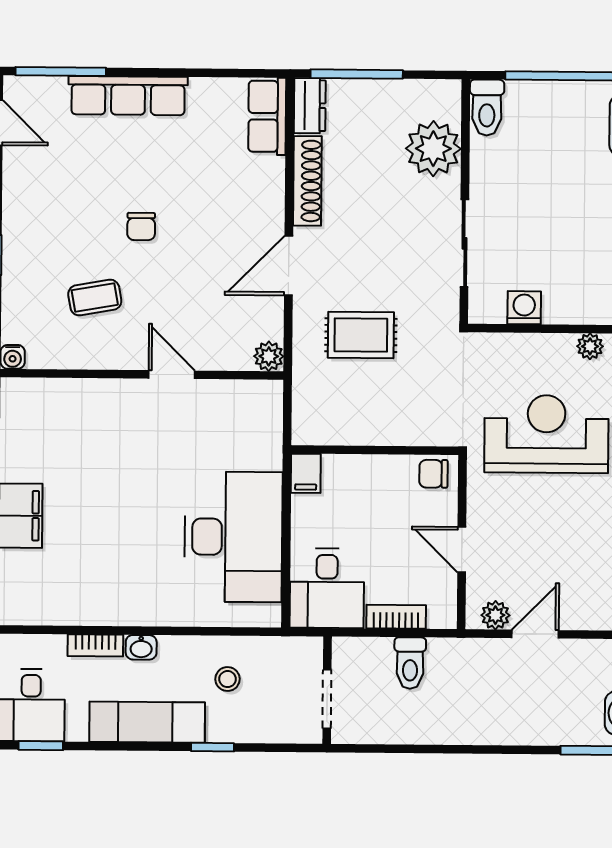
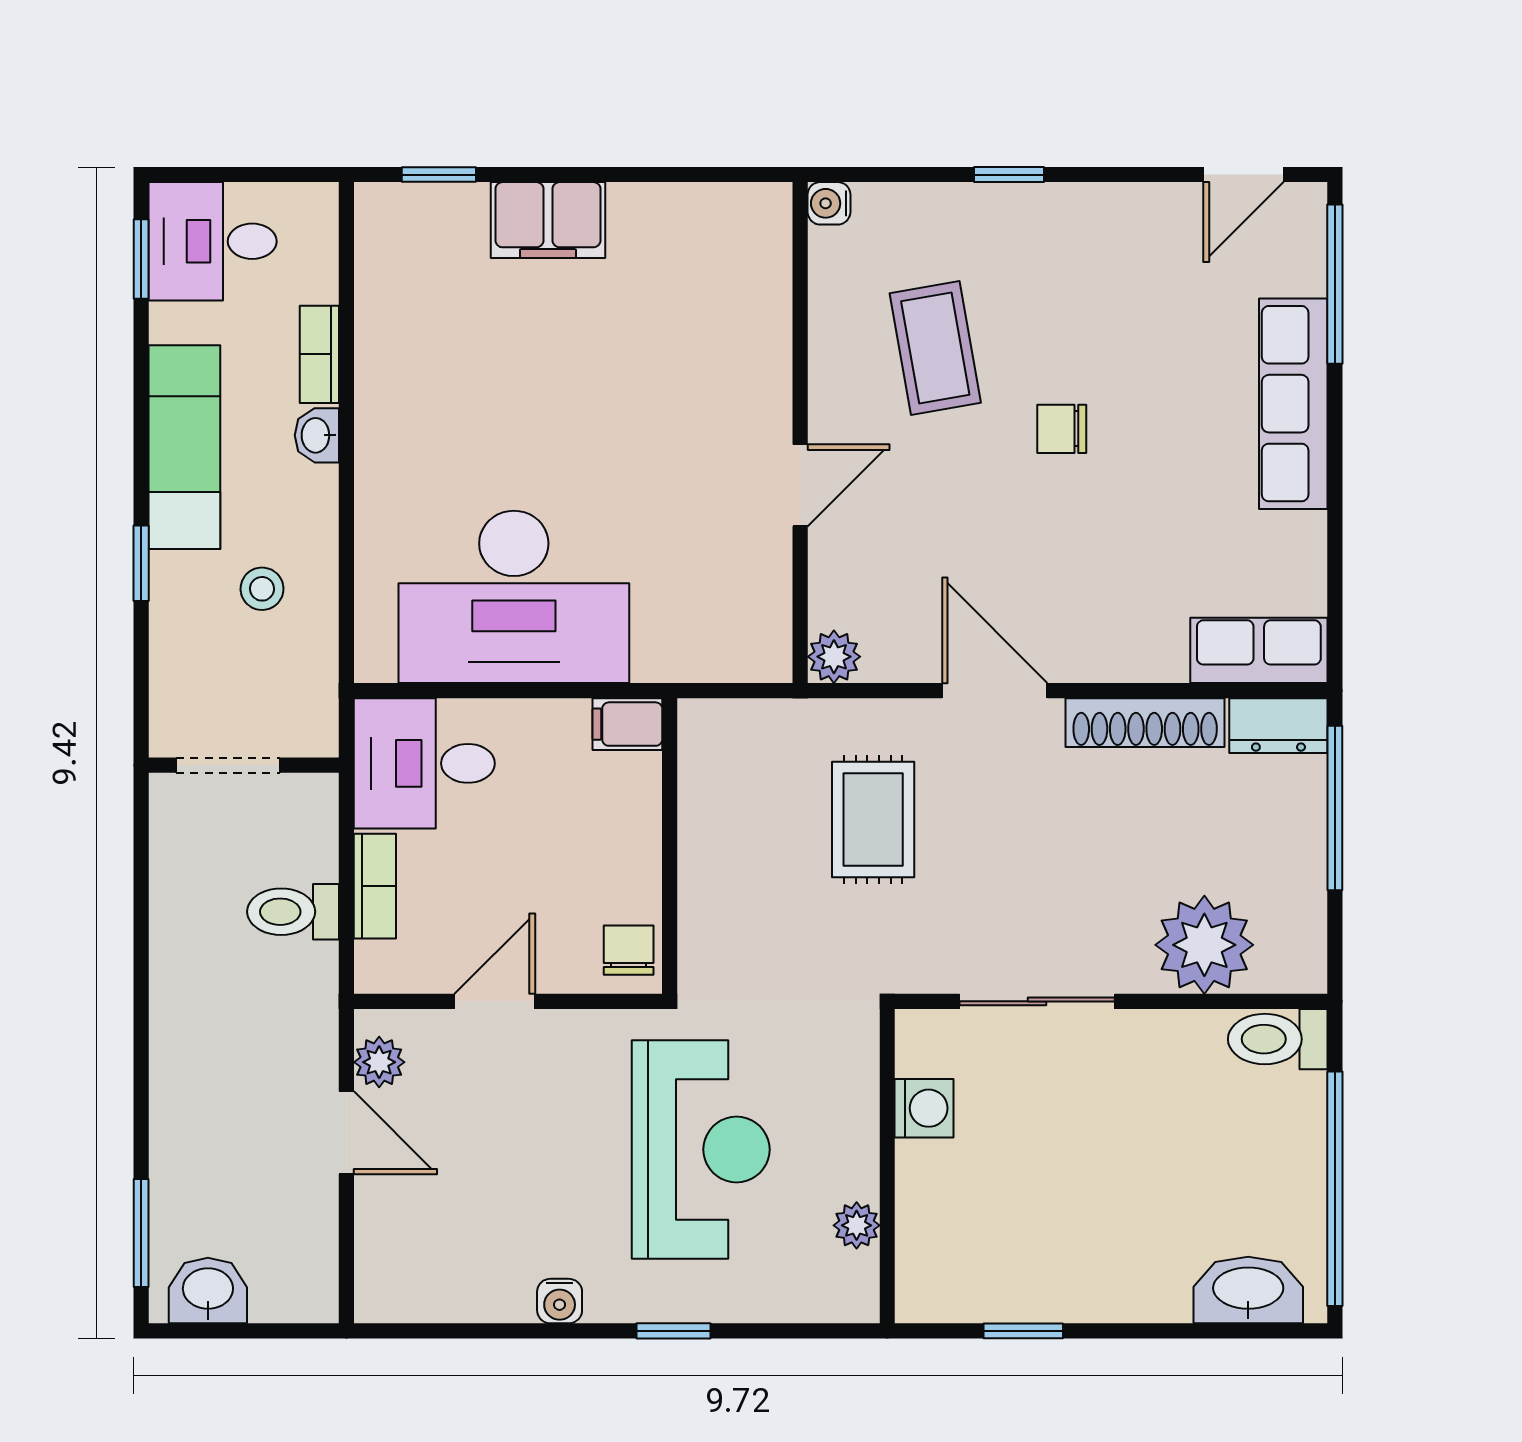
coffee table: (95, 298) -> (935, 348), width x1.36, depth x1.30

